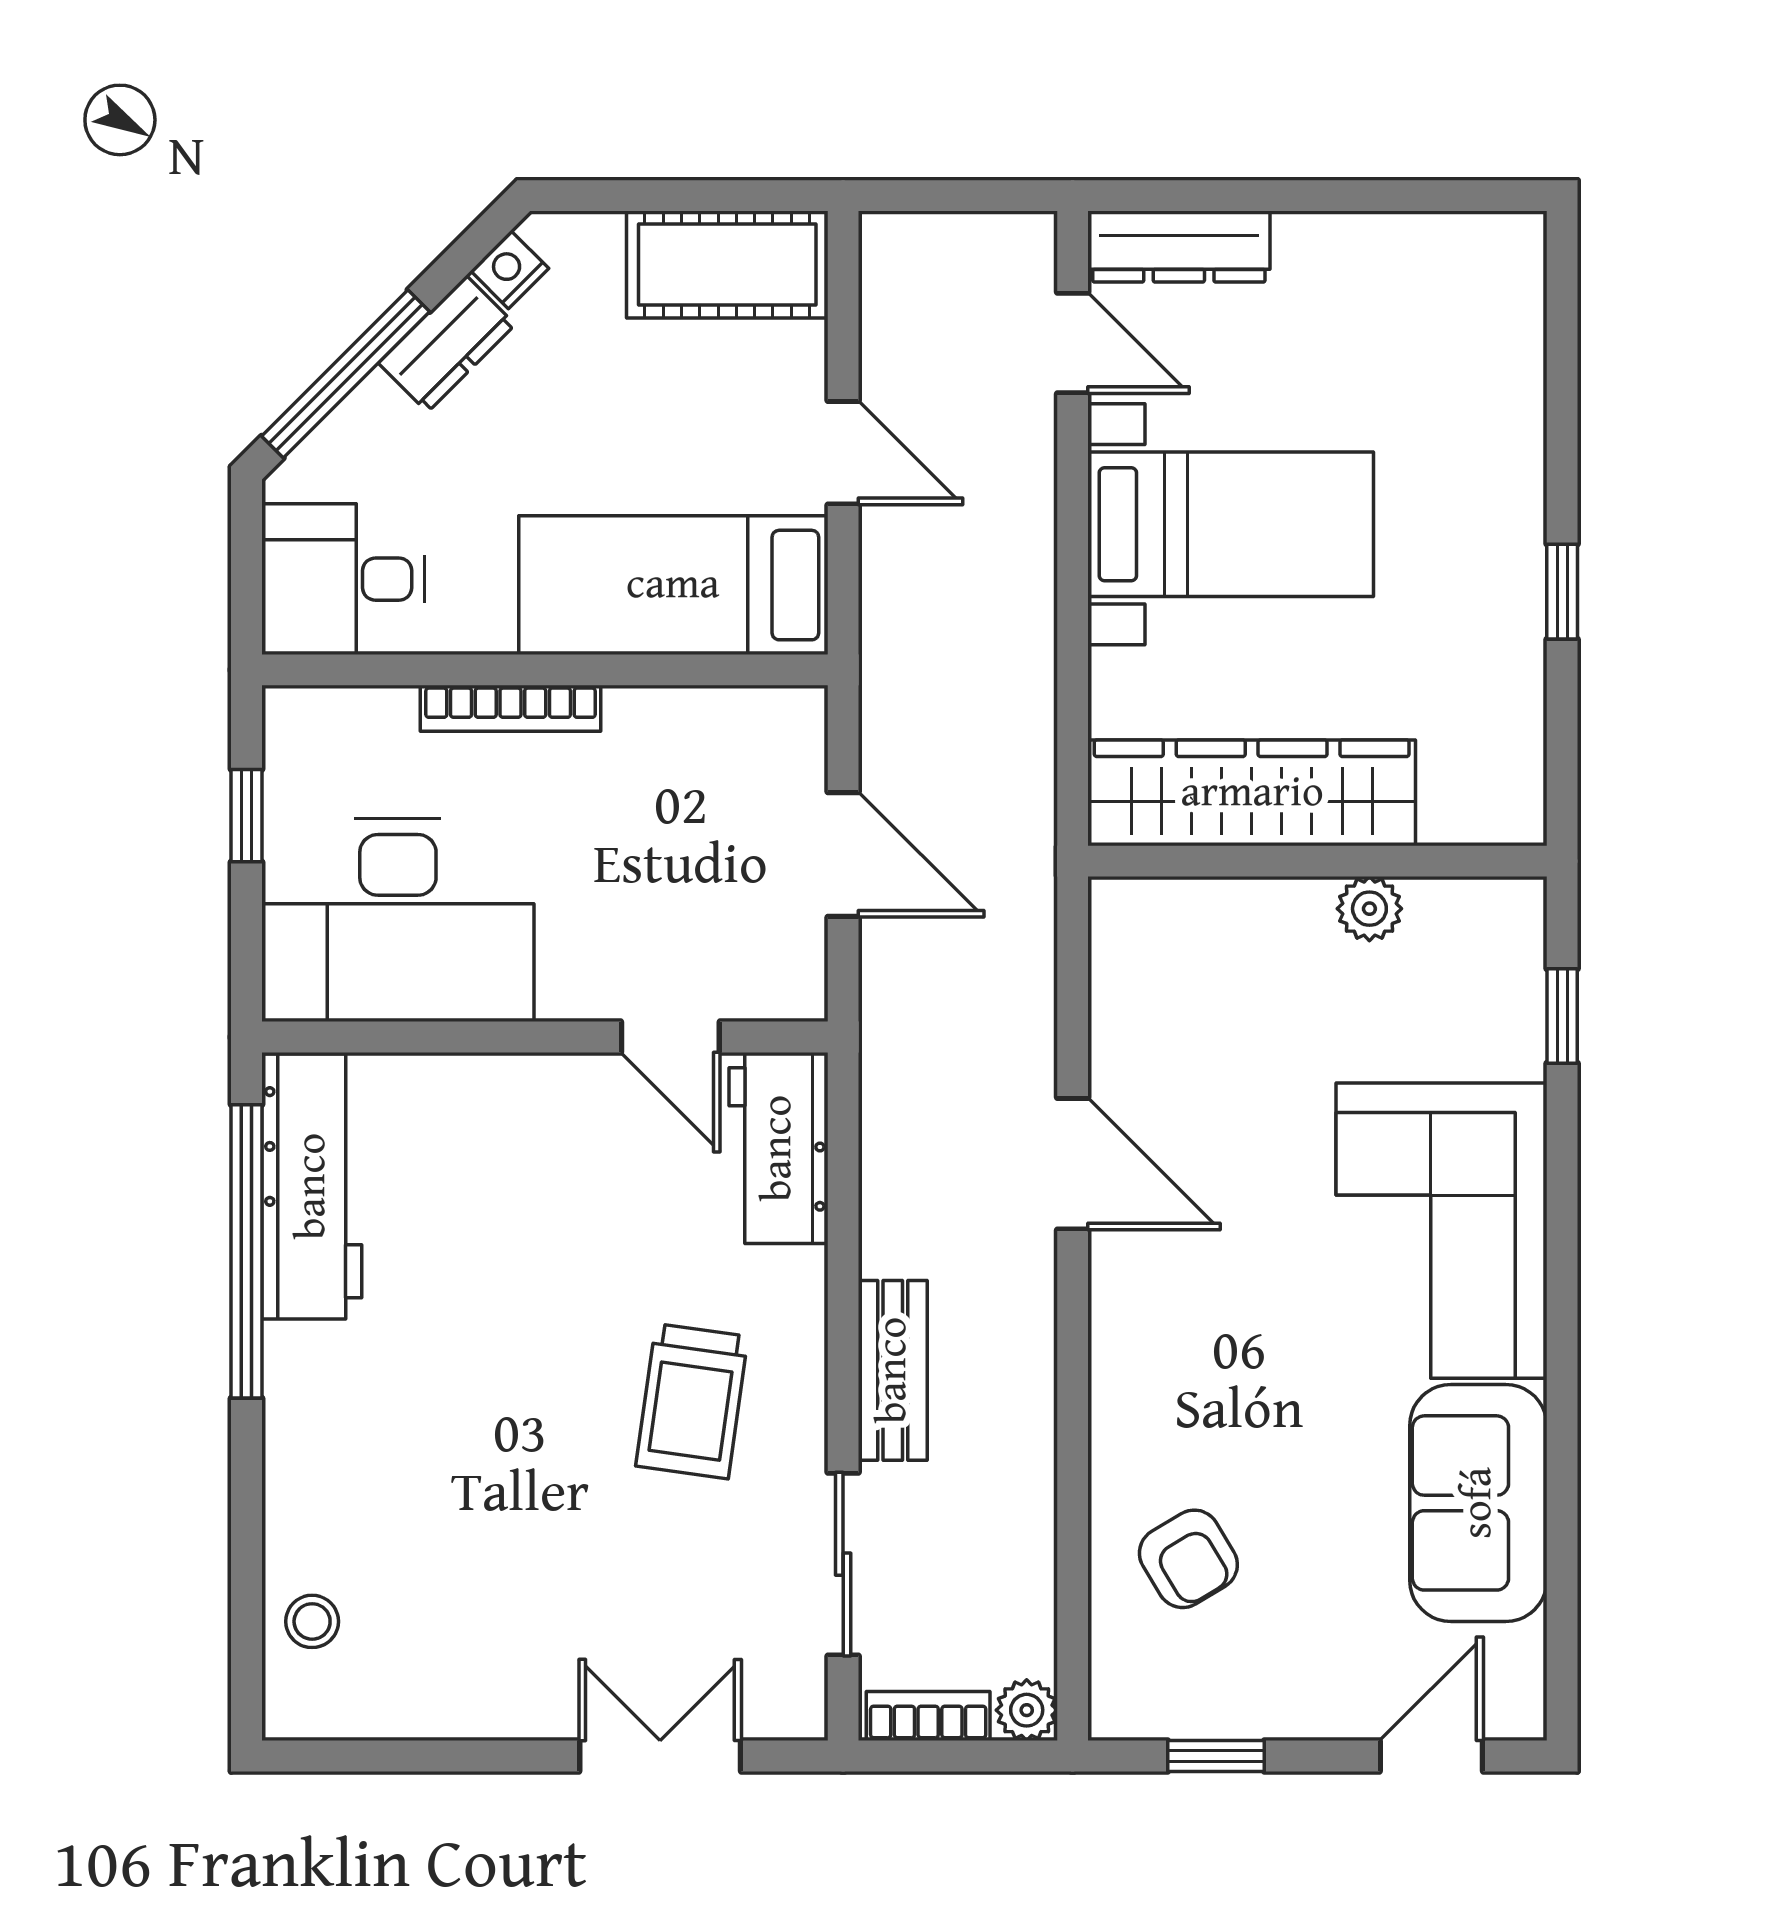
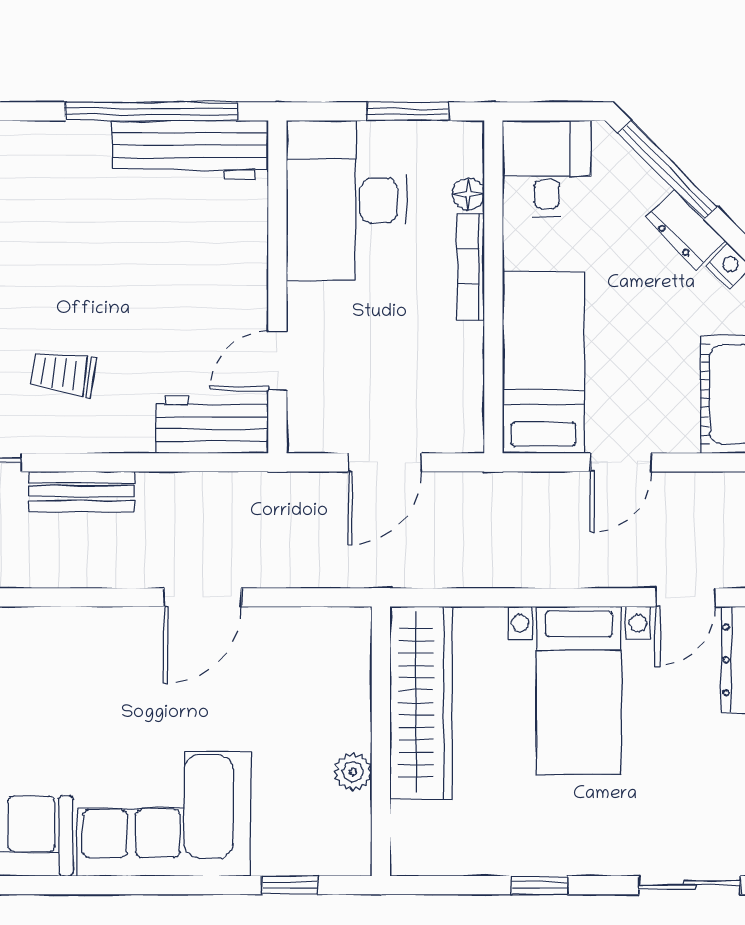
sliding door: (1562, 336) -> (690, 885), added
floor lamp: (387, 712) -> (468, 194), added
window: (247, 816) -> (408, 111), width x1.50
trolley: (692, 1401) -> (63, 373), width x0.73, depth x0.72

